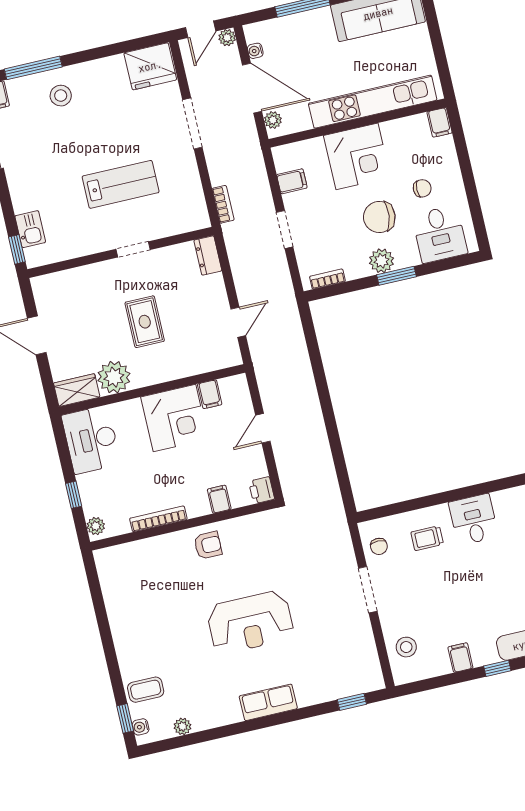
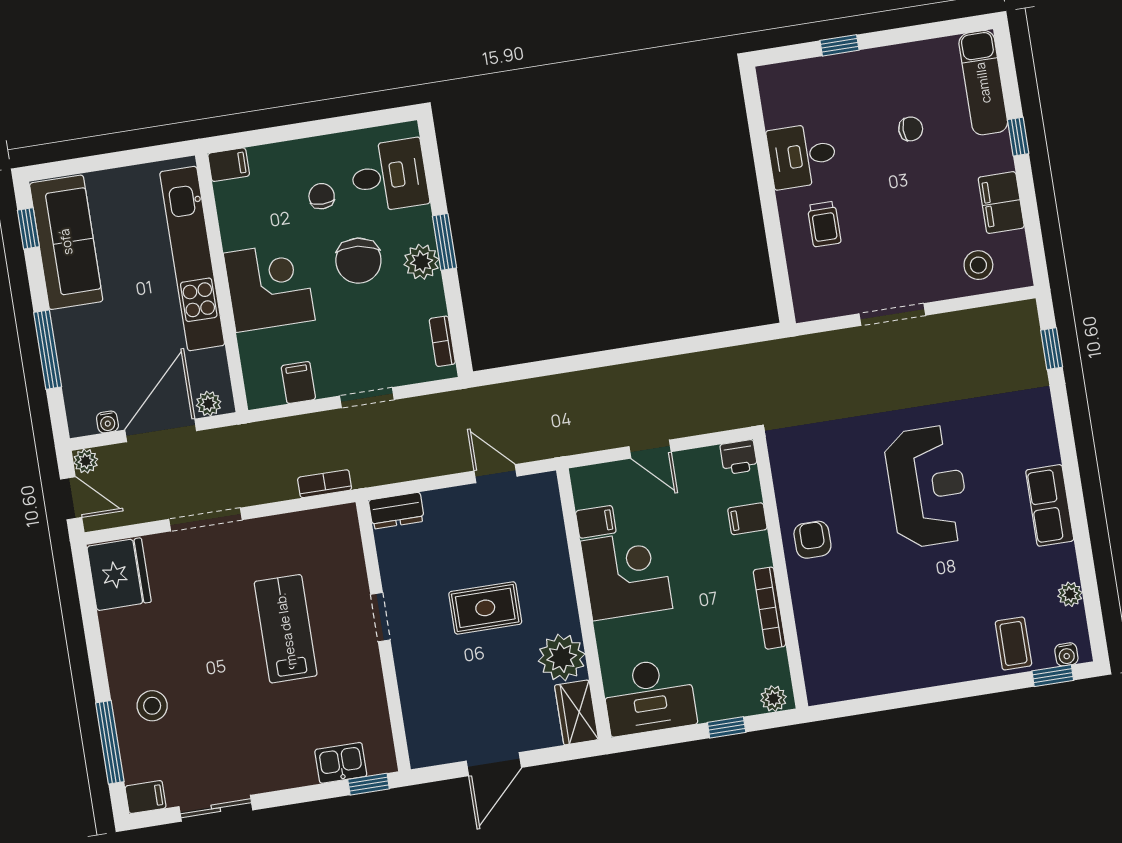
chair: (379, 546) -> (911, 129), moved
filing cabinet: (460, 658) -> (1001, 203), width x2.00
row of seats: (268, 702) -> (1050, 505), moved

